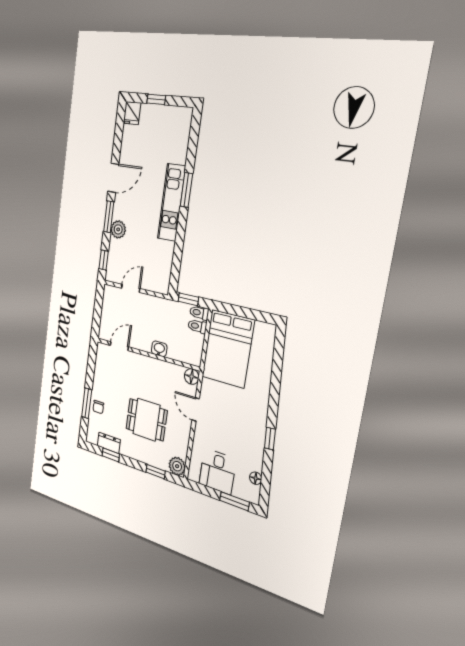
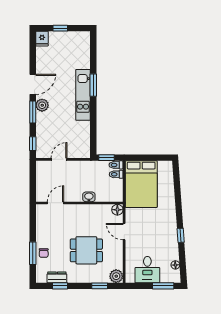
plant: (118, 229) -> (42, 105), moved

